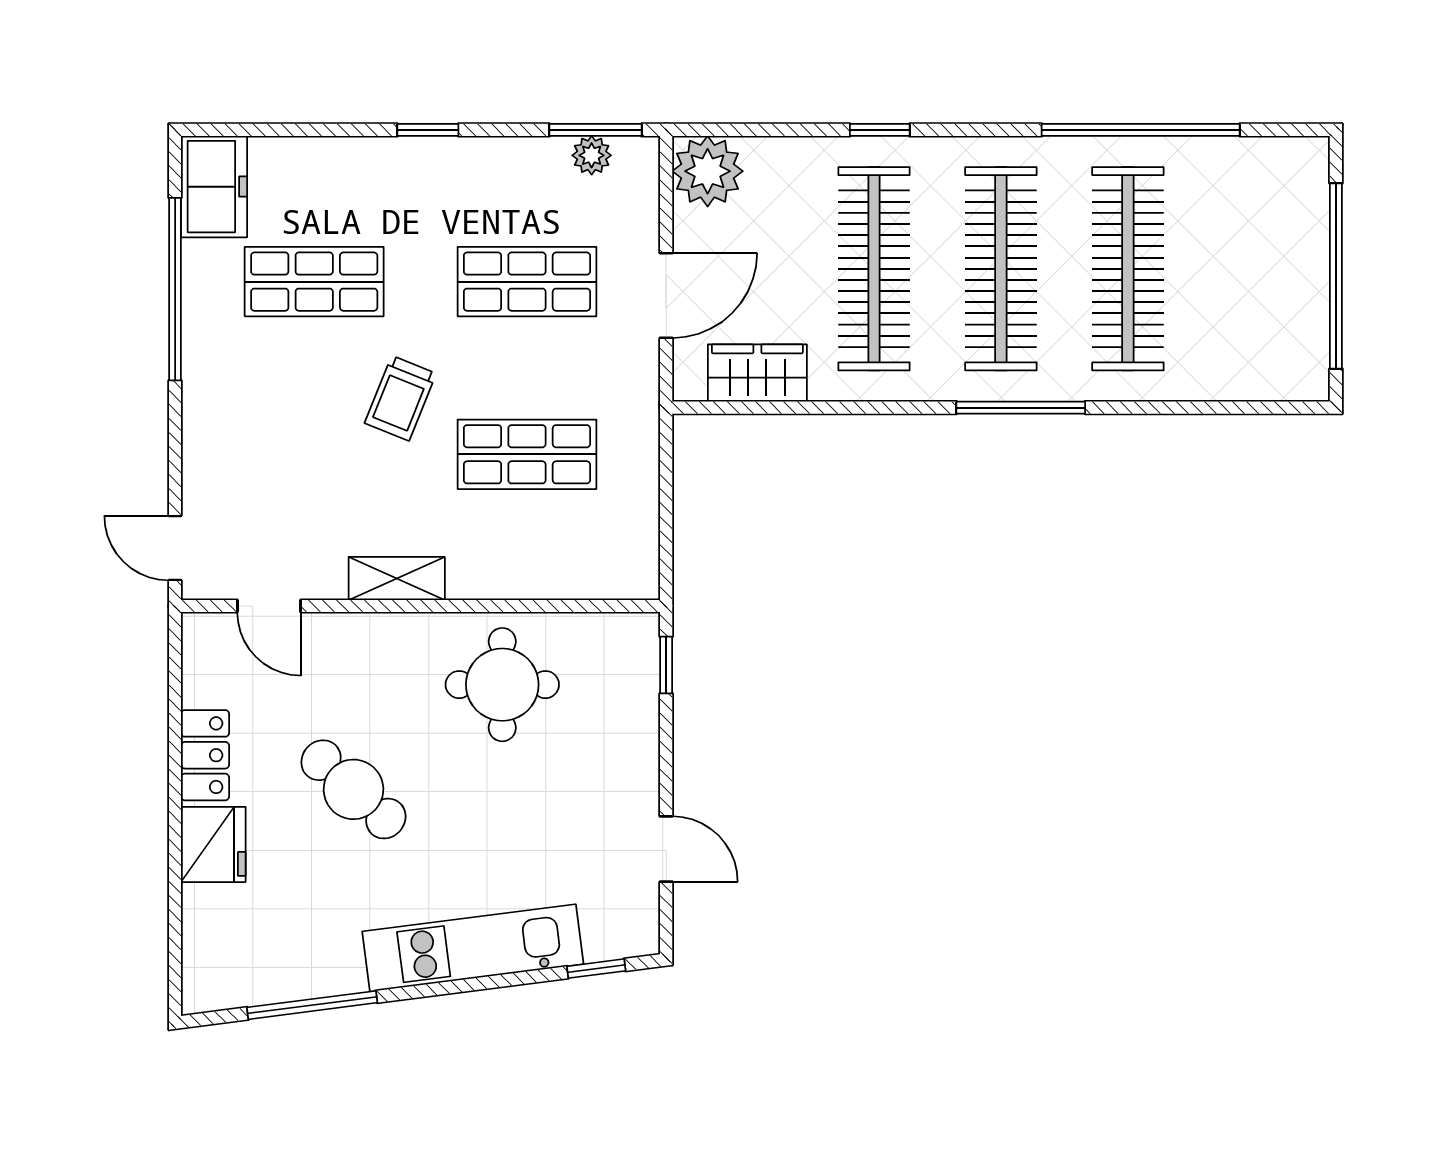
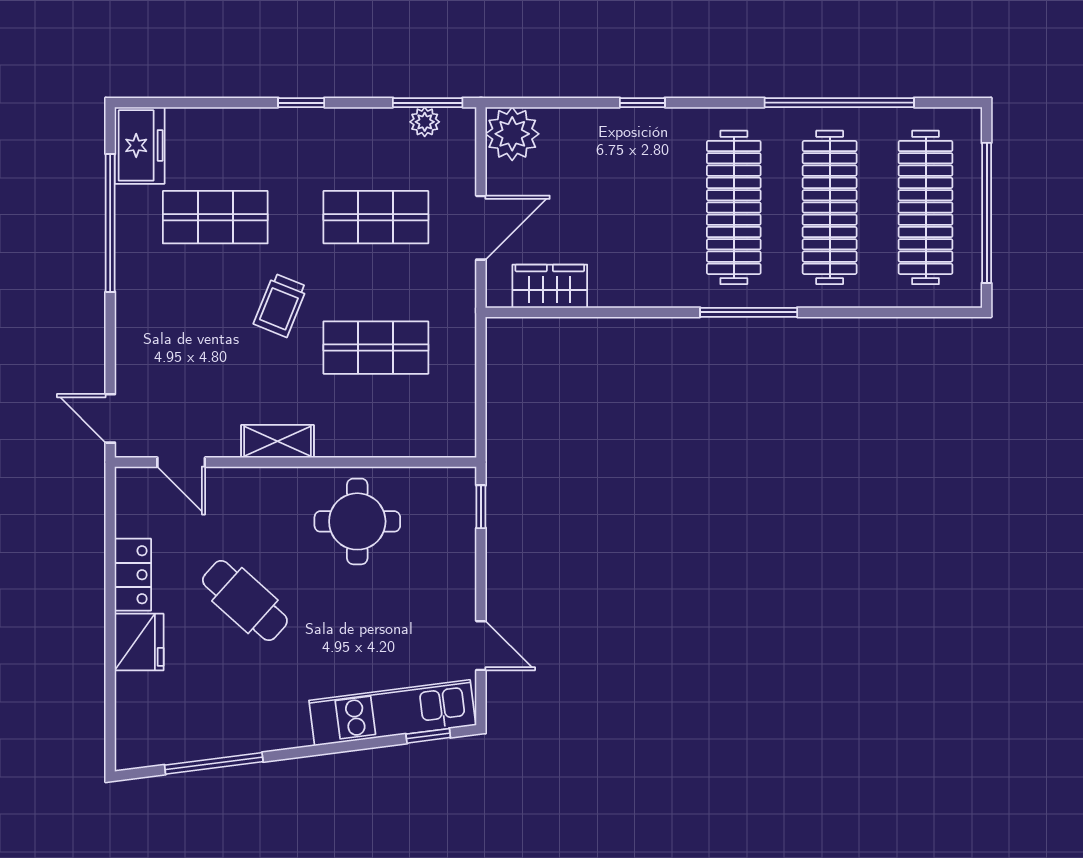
clothes rail: (874, 269) -> (926, 207), moved
kitchen unit: (473, 948) -> (392, 713), moved

